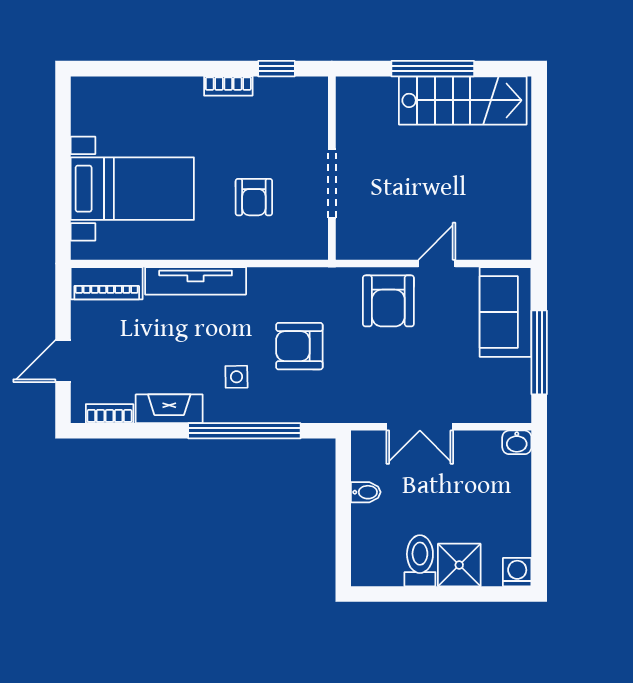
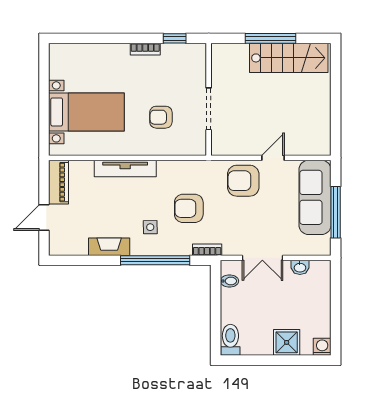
armchair: (254, 197) -> (161, 117), turned 90
piano: (107, 283) -> (59, 182), moved, turned -90
armchair: (388, 301) -> (243, 181), turned 90
sofa: (506, 312) -> (315, 197), width x1.36
bookcase: (110, 414) -> (207, 250), moved
washbasin: (517, 442) -> (300, 267), moved
bidet: (366, 492) -> (229, 281), moved
toilet: (420, 561) -> (230, 340), moved

